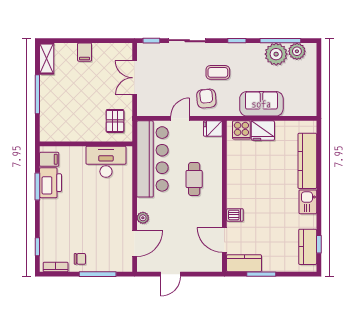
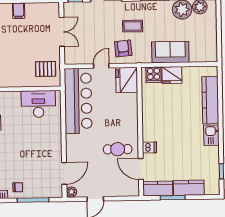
double door: (135, 78) -> (62, 32), swing flipped
pallet: (115, 121) -> (46, 69), turned 90
fridge: (213, 129) -> (127, 80), width x1.88, depth x1.34
cafe table: (194, 179) -> (118, 149), moved, turned 90
plant: (143, 218) -> (71, 192), moved
kitchen counter: (308, 247) -> (189, 188), moved, turned 90

